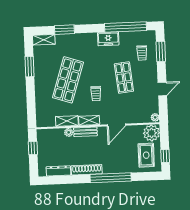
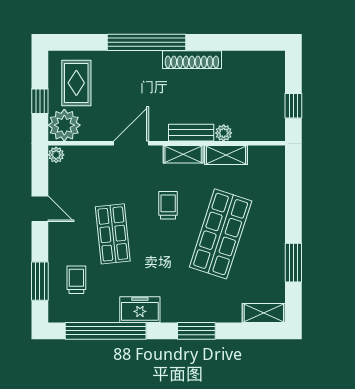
window: (64, 30) -> (196, 331), moved
door: (162, 89) -> (40, 209), swing flipped
window: (165, 156) -> (40, 101), moved
dresser: (58, 171) -> (246, 60), removed

